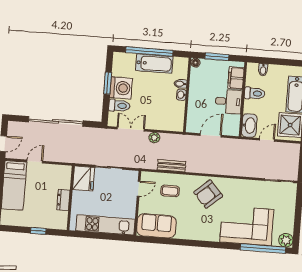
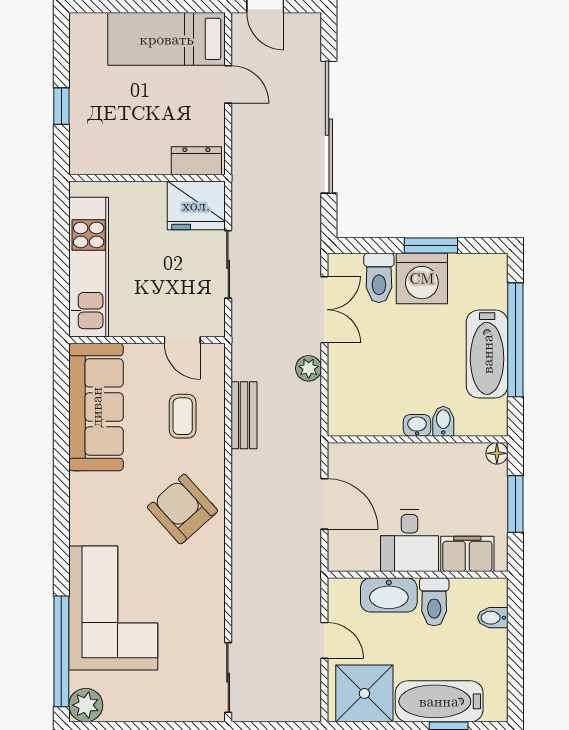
washbasin: (249, 125) -> (389, 595), moved
dresser: (63, 200) -> (196, 161), moved
sofa: (156, 226) -> (96, 407), width x1.36

